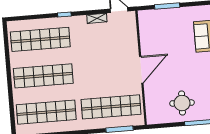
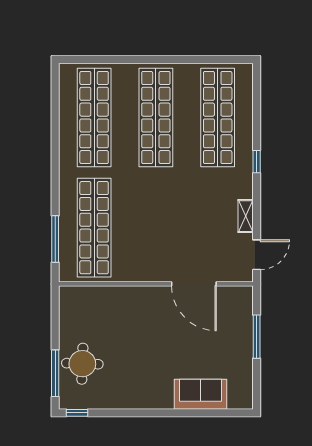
door: (141, 70) -> (194, 284), moved
round table: (182, 103) -> (82, 364), moved

